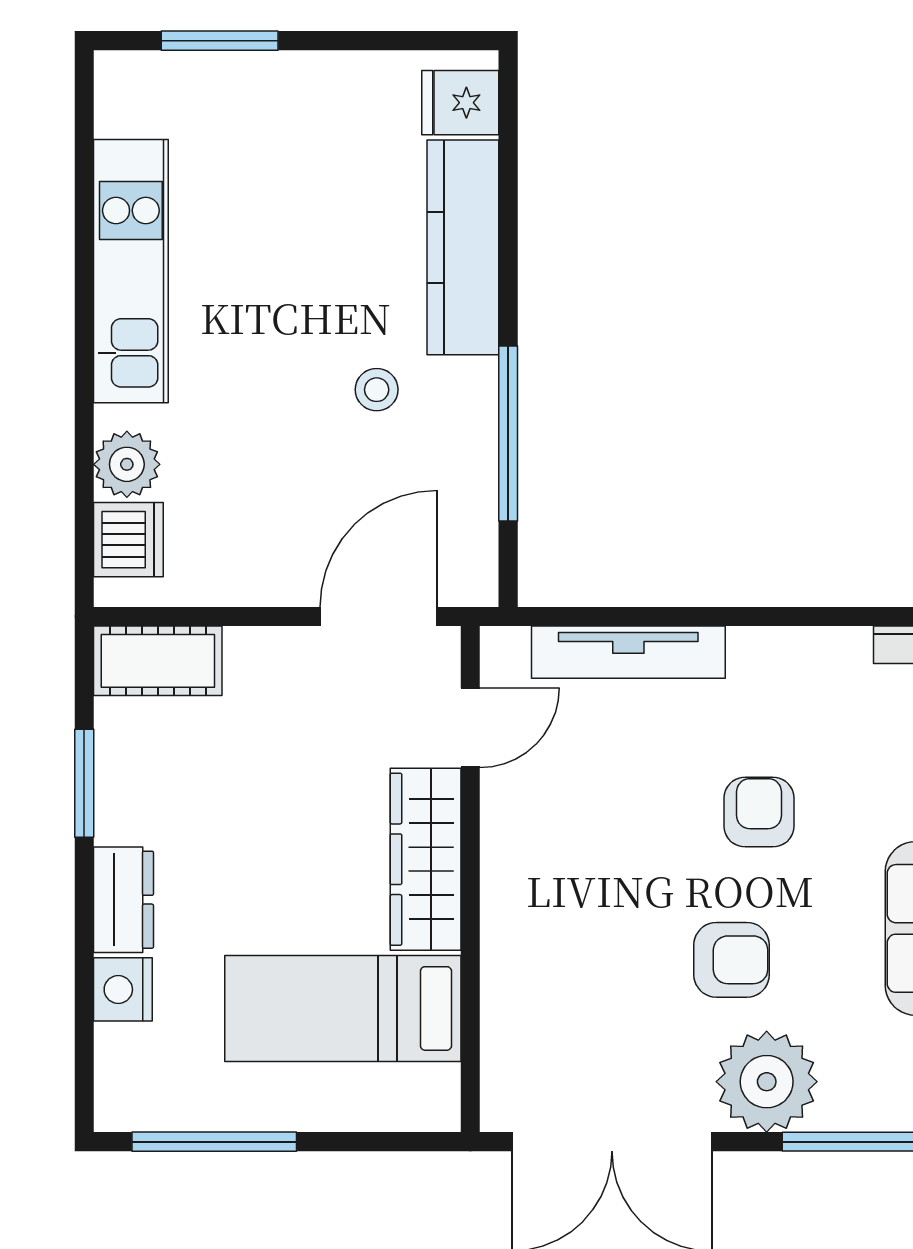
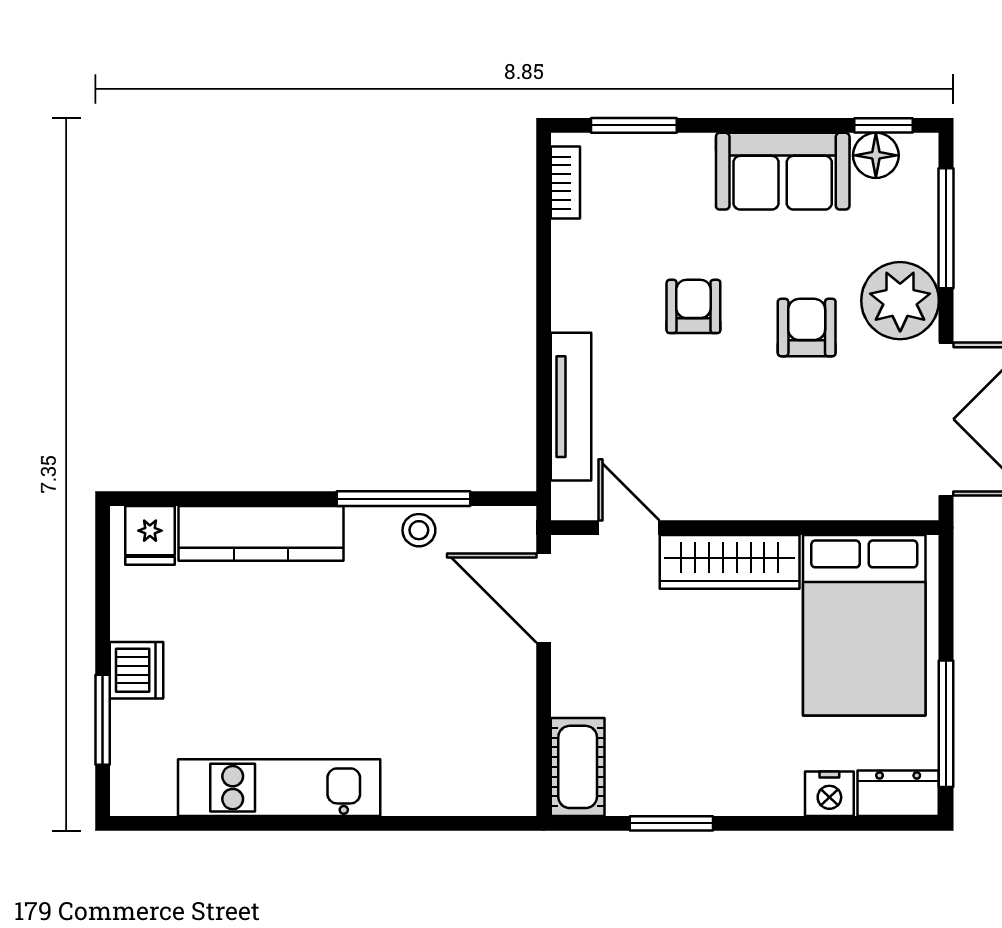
stool: (377, 390) -> (419, 530), moved
plant: (127, 464) -> (427, 791), removed
dishwasher: (128, 540) -> (136, 670), moved, turned 90
armchair: (759, 812) -> (693, 306), turned 90
dresser: (124, 900) -> (898, 793), moved
bed: (343, 1008) -> (864, 625), width x1.50

